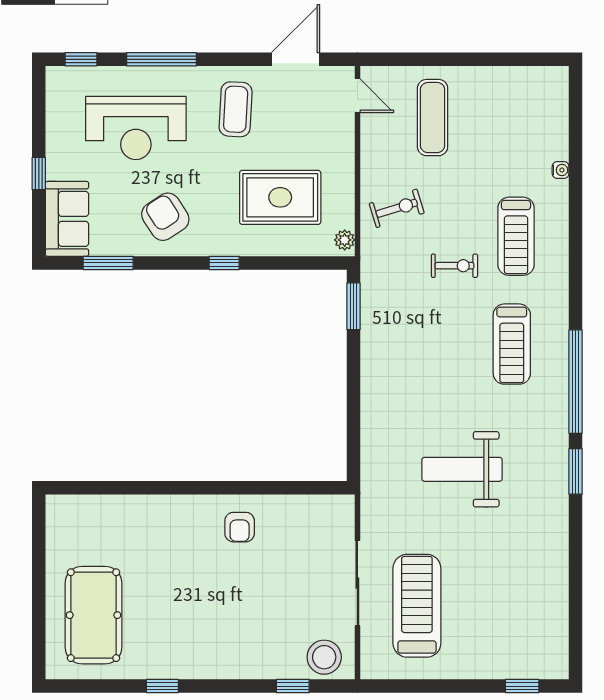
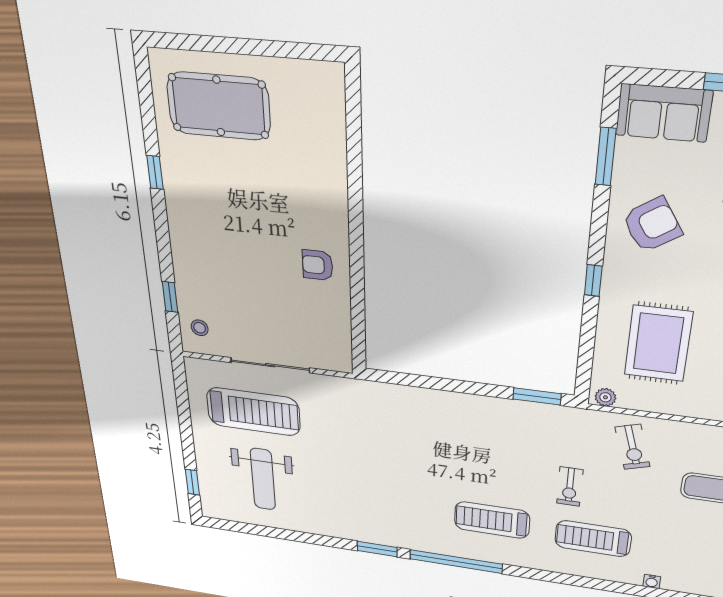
weight bench: (462, 469) -> (263, 479), moved, turned 180
stool: (324, 657) -> (200, 328), width x0.53, depth x0.53

